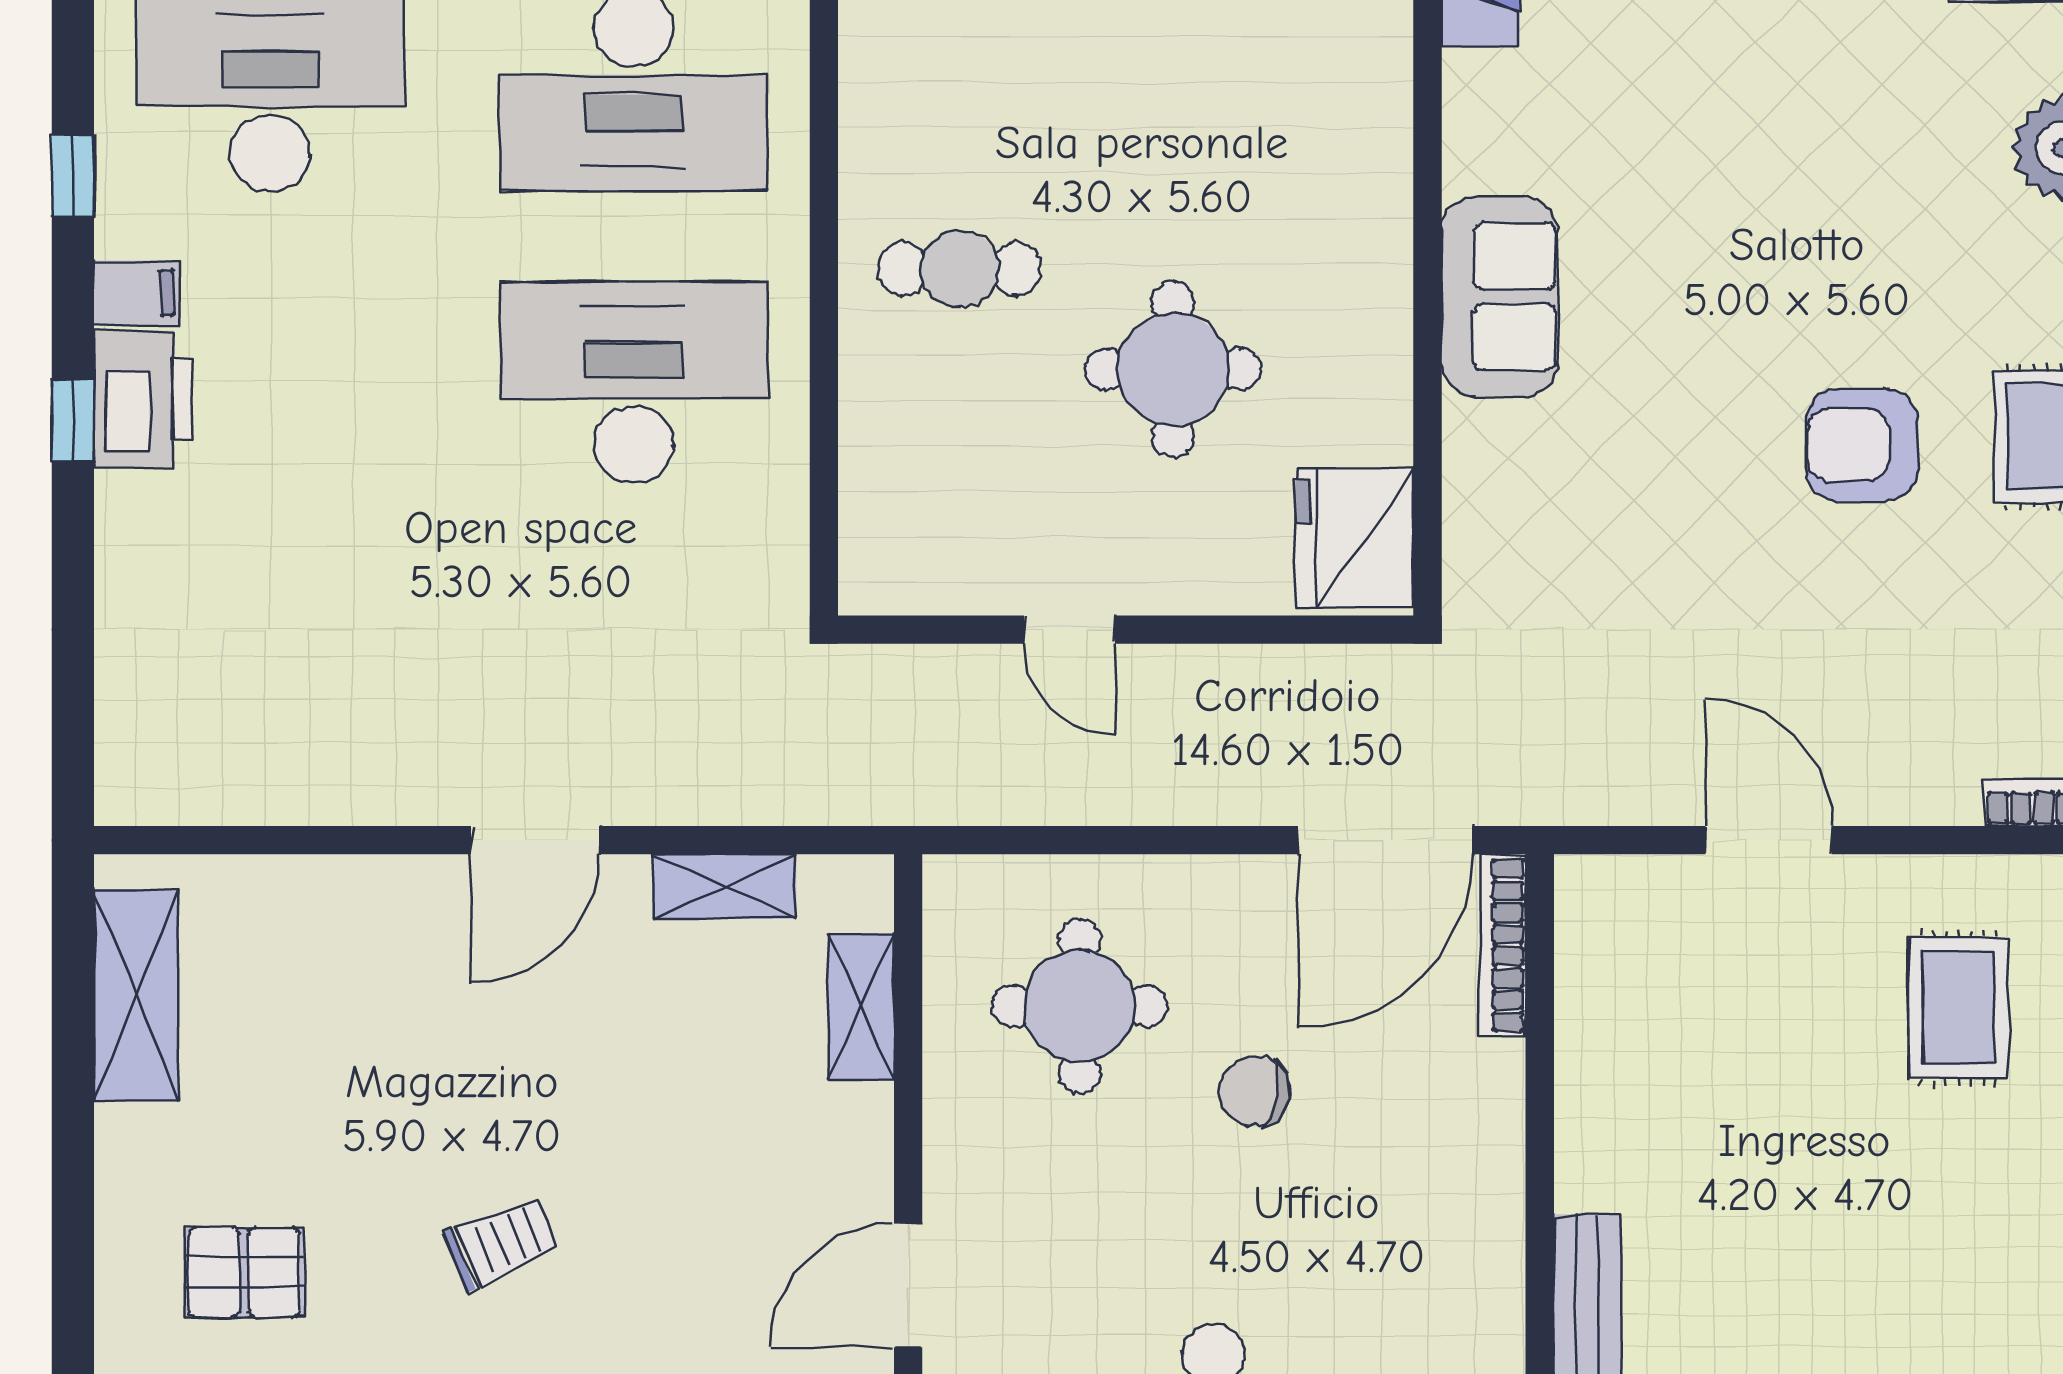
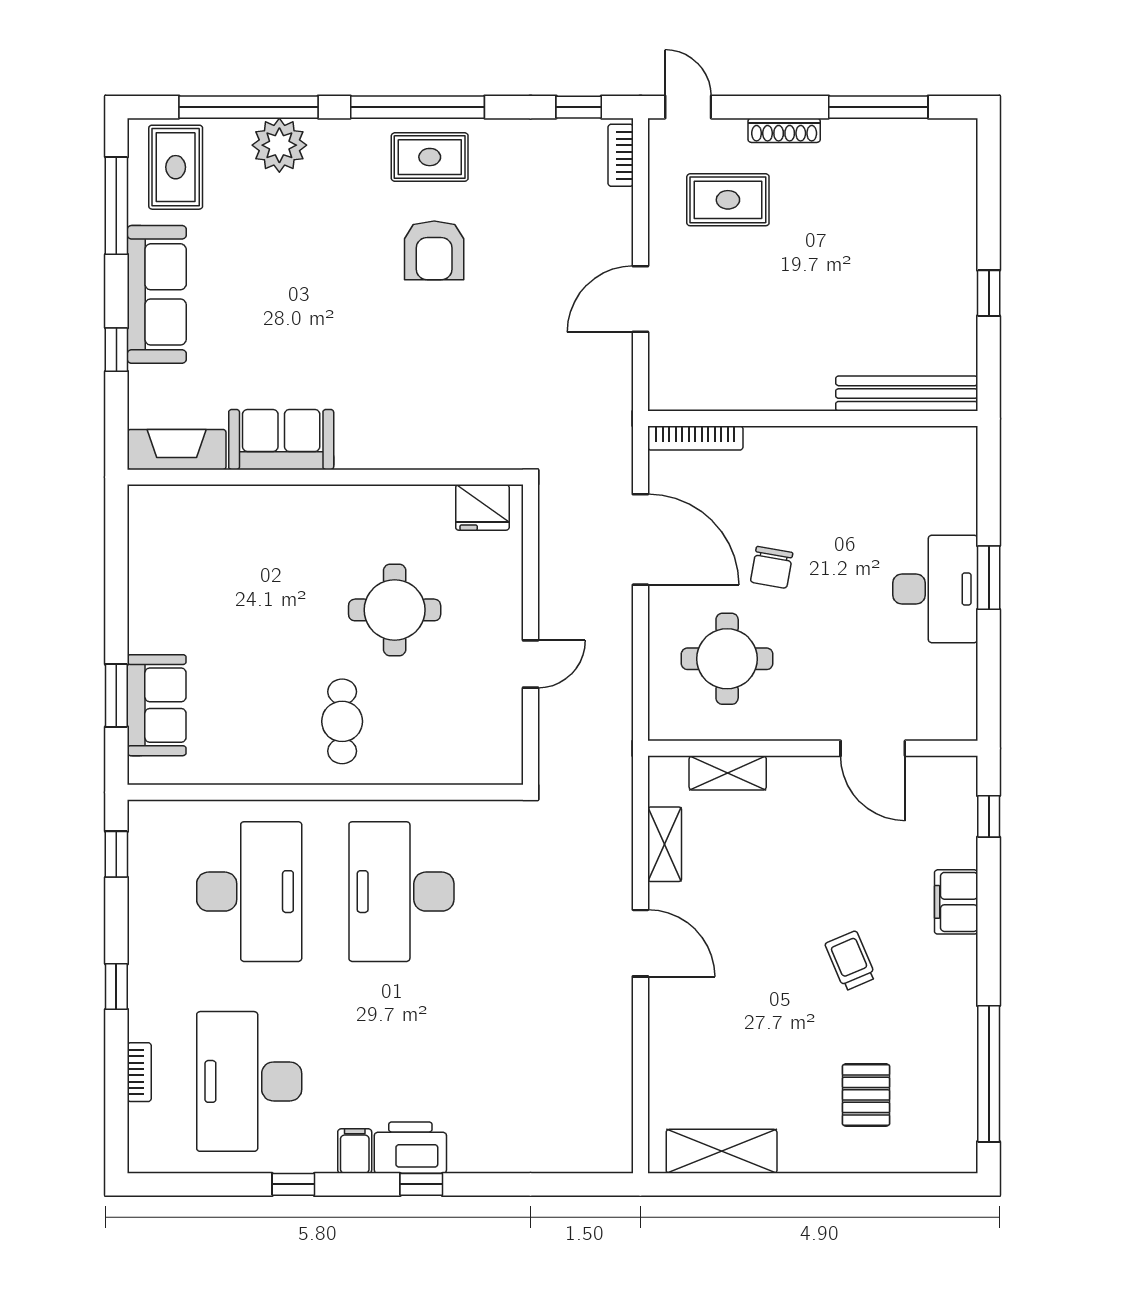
sofa: (1499, 297) -> (281, 440), moved
fridge: (1355, 538) -> (482, 507), width x0.73, depth x0.75
door: (1385, 840) -> (640, 539), moved

